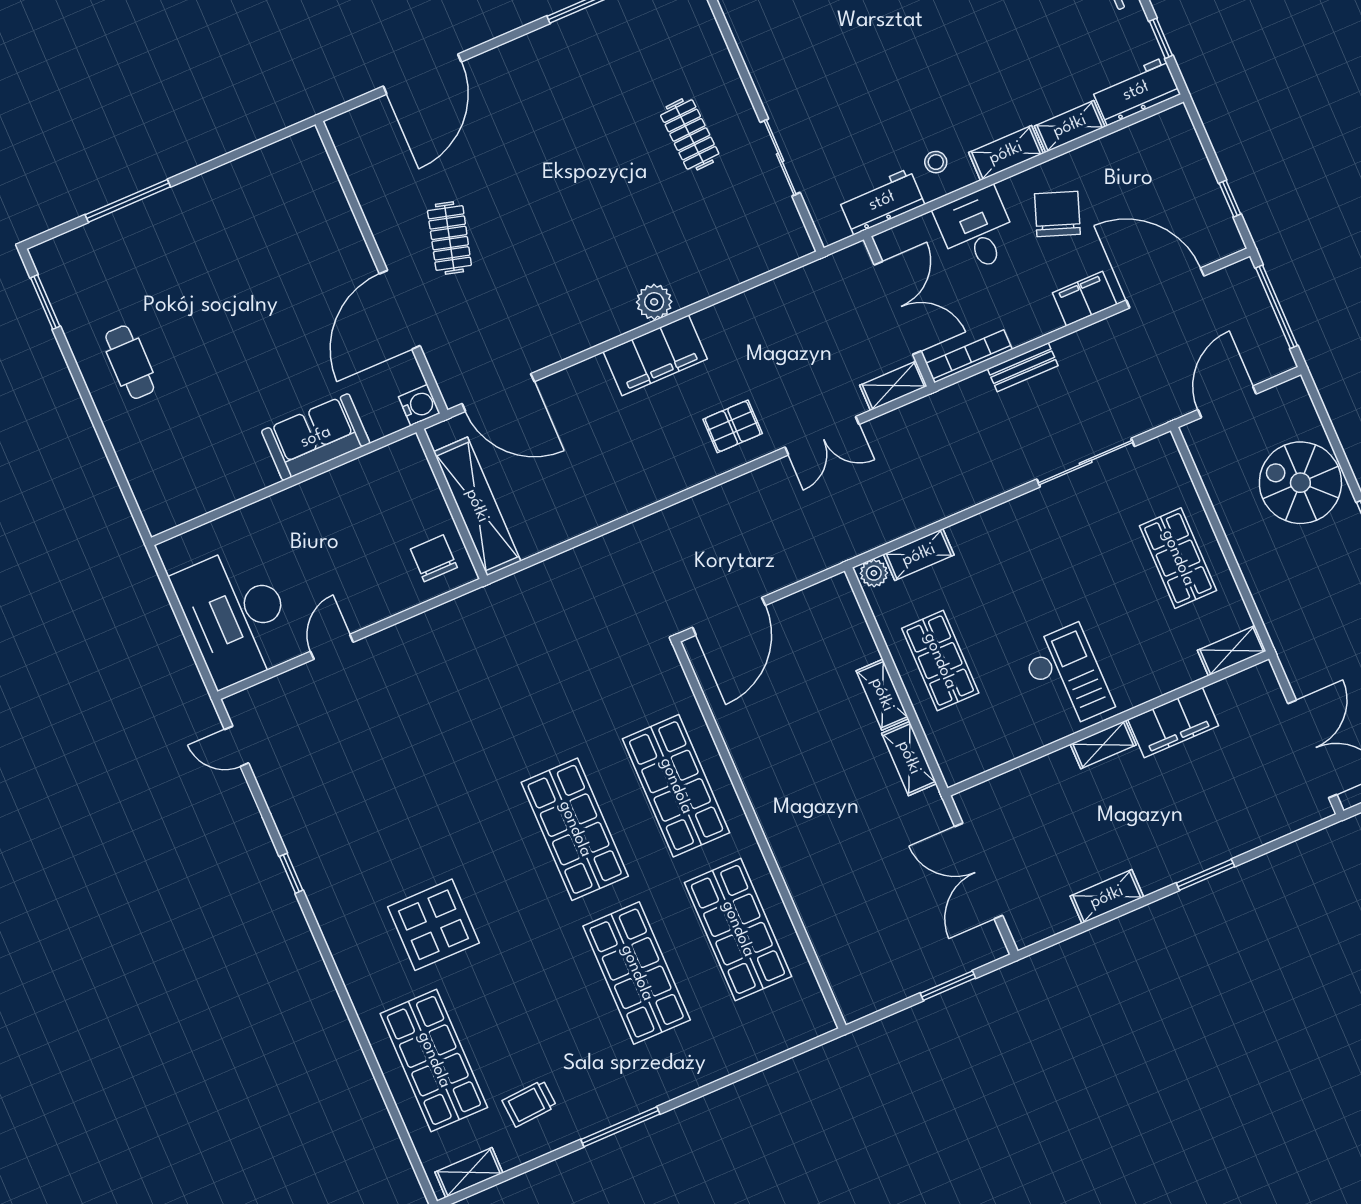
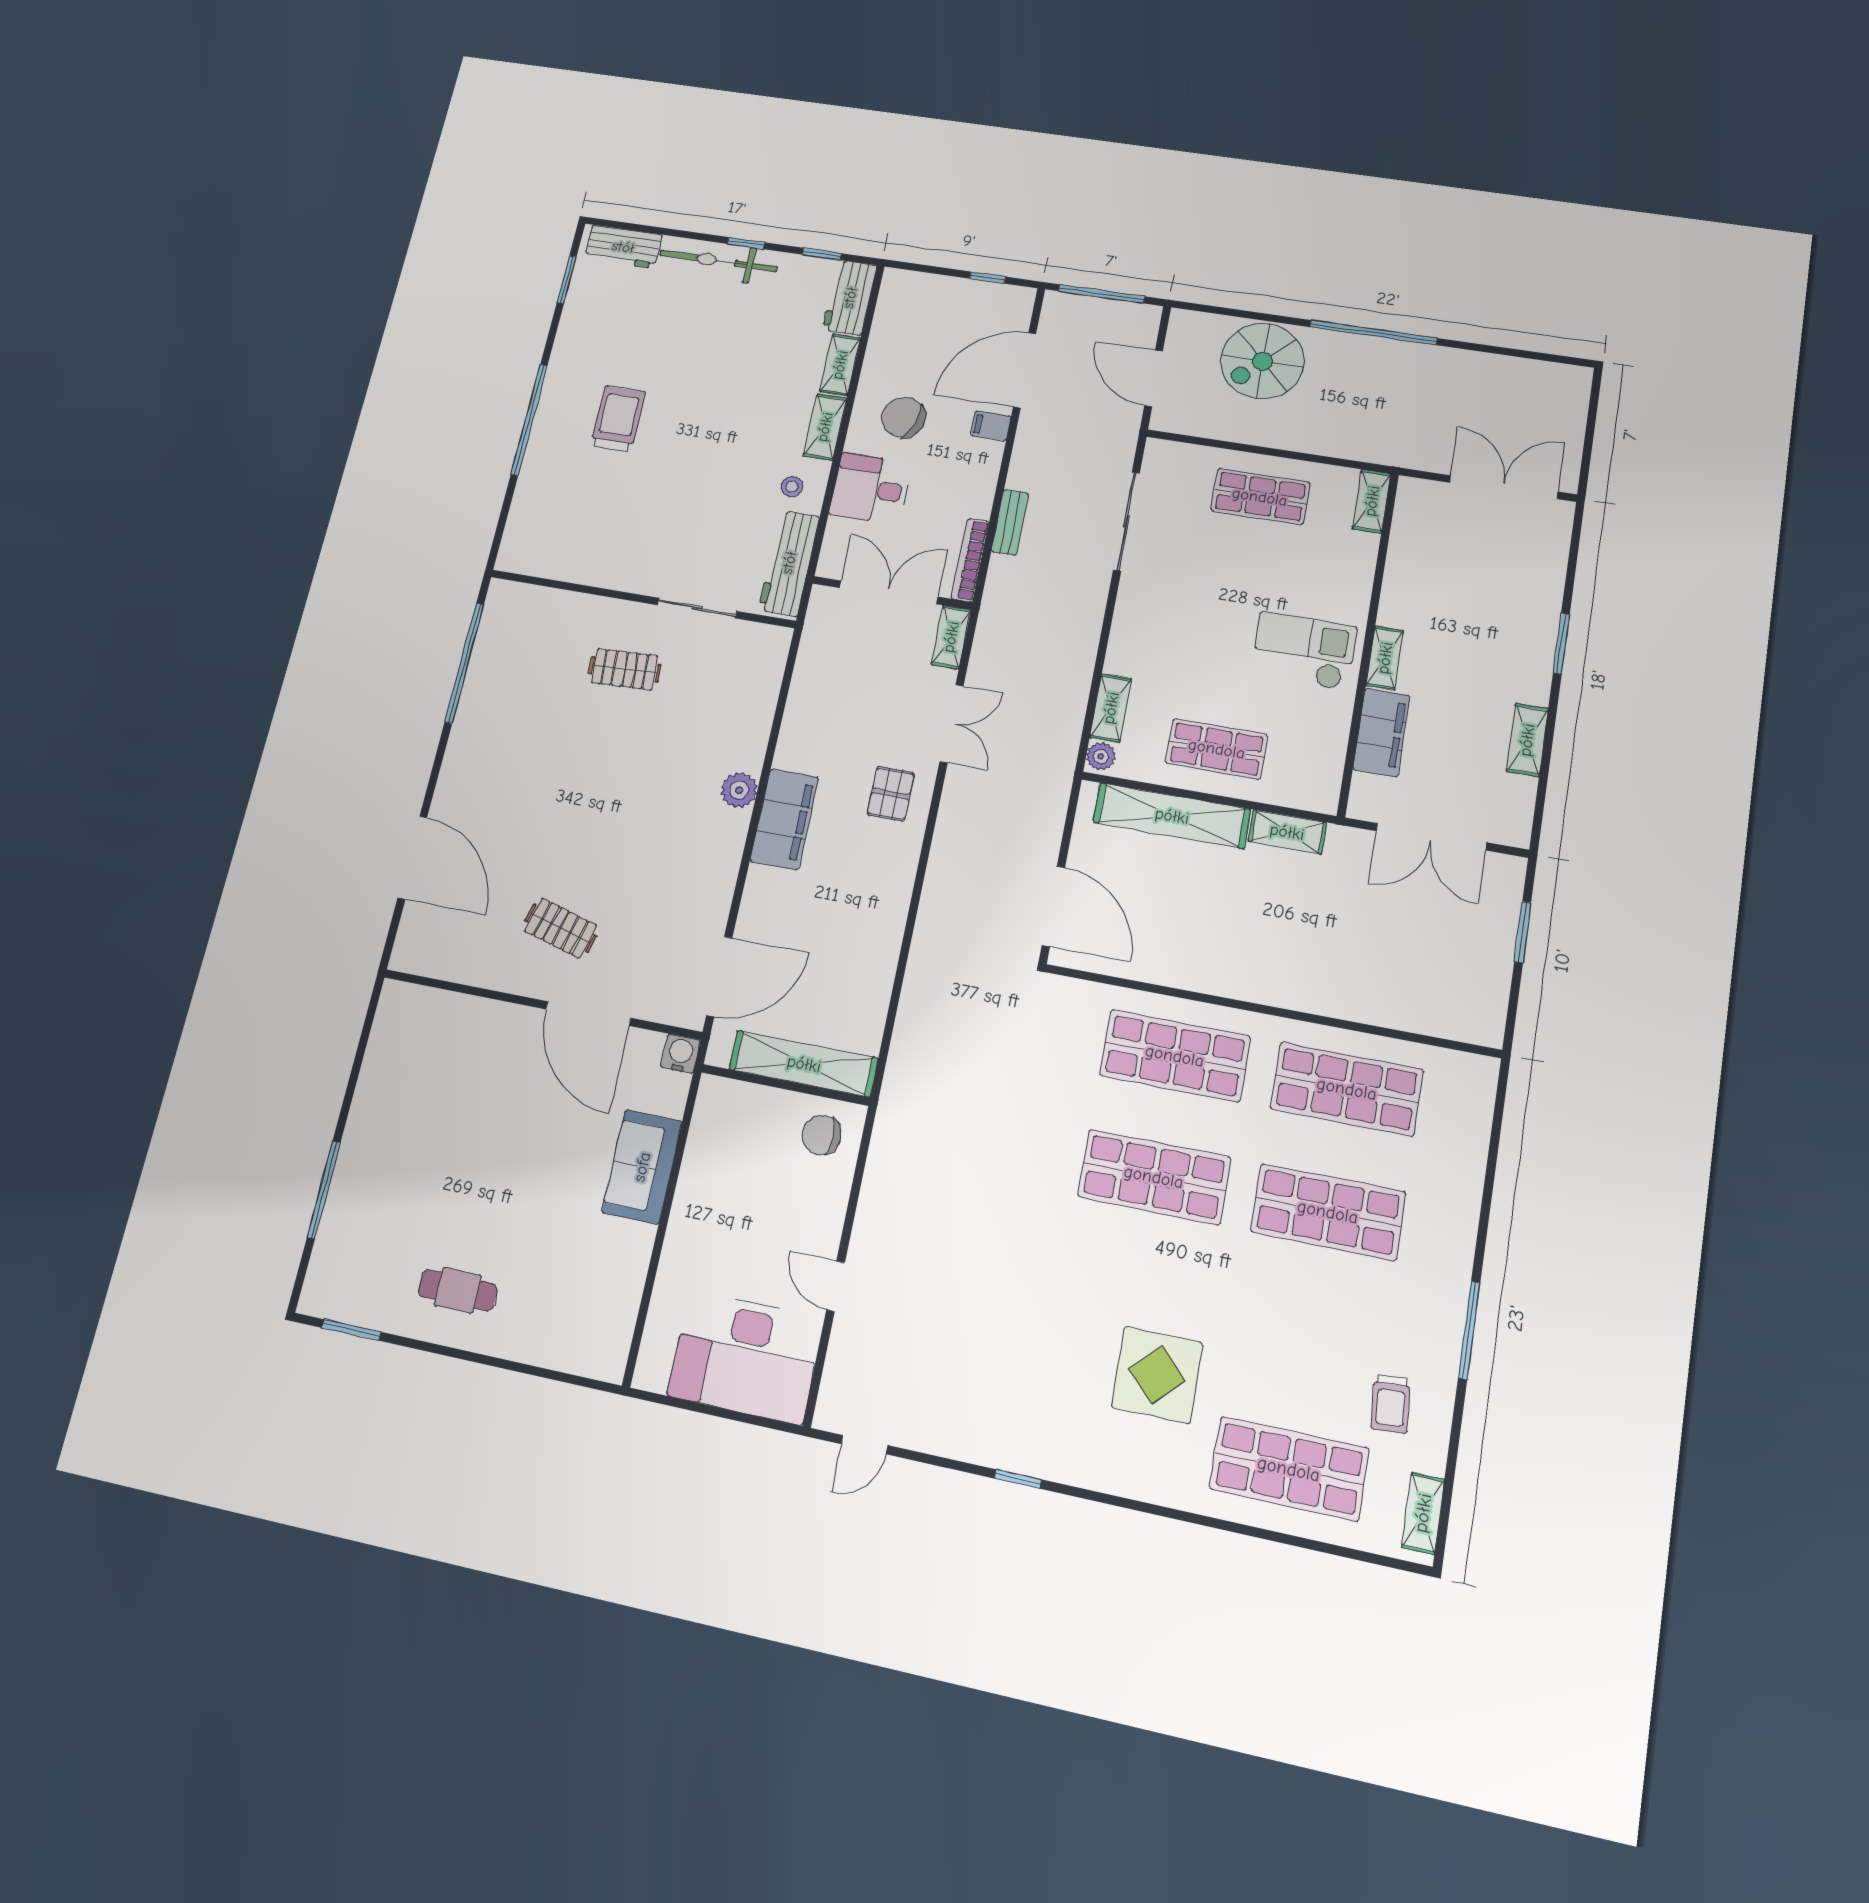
workbench: (882, 201) -> (789, 563), width x1.38
filing cabinet: (1085, 299) -> (991, 426), width x0.50
shelving: (882, 695) -> (1172, 816), width x2.20, depth x1.33
filing cabinet: (1173, 723) -> (1381, 732), moved

